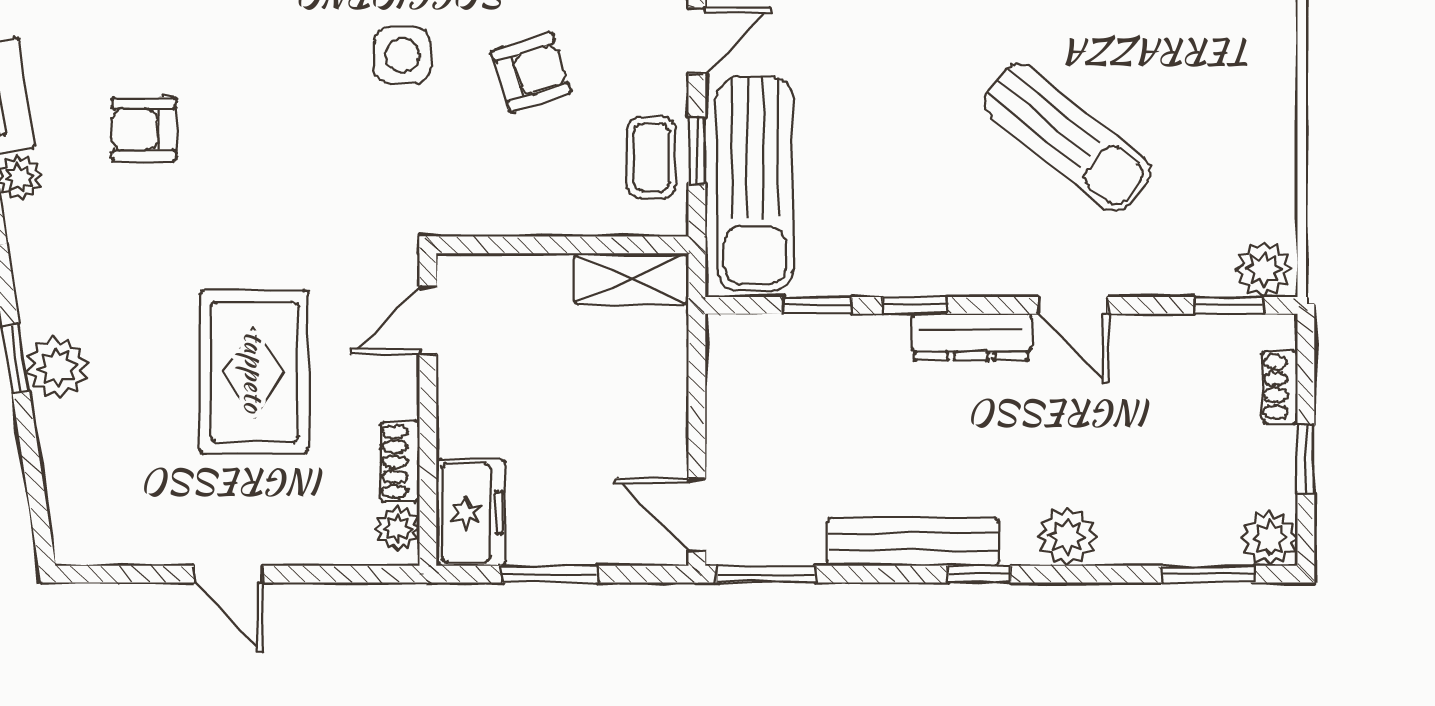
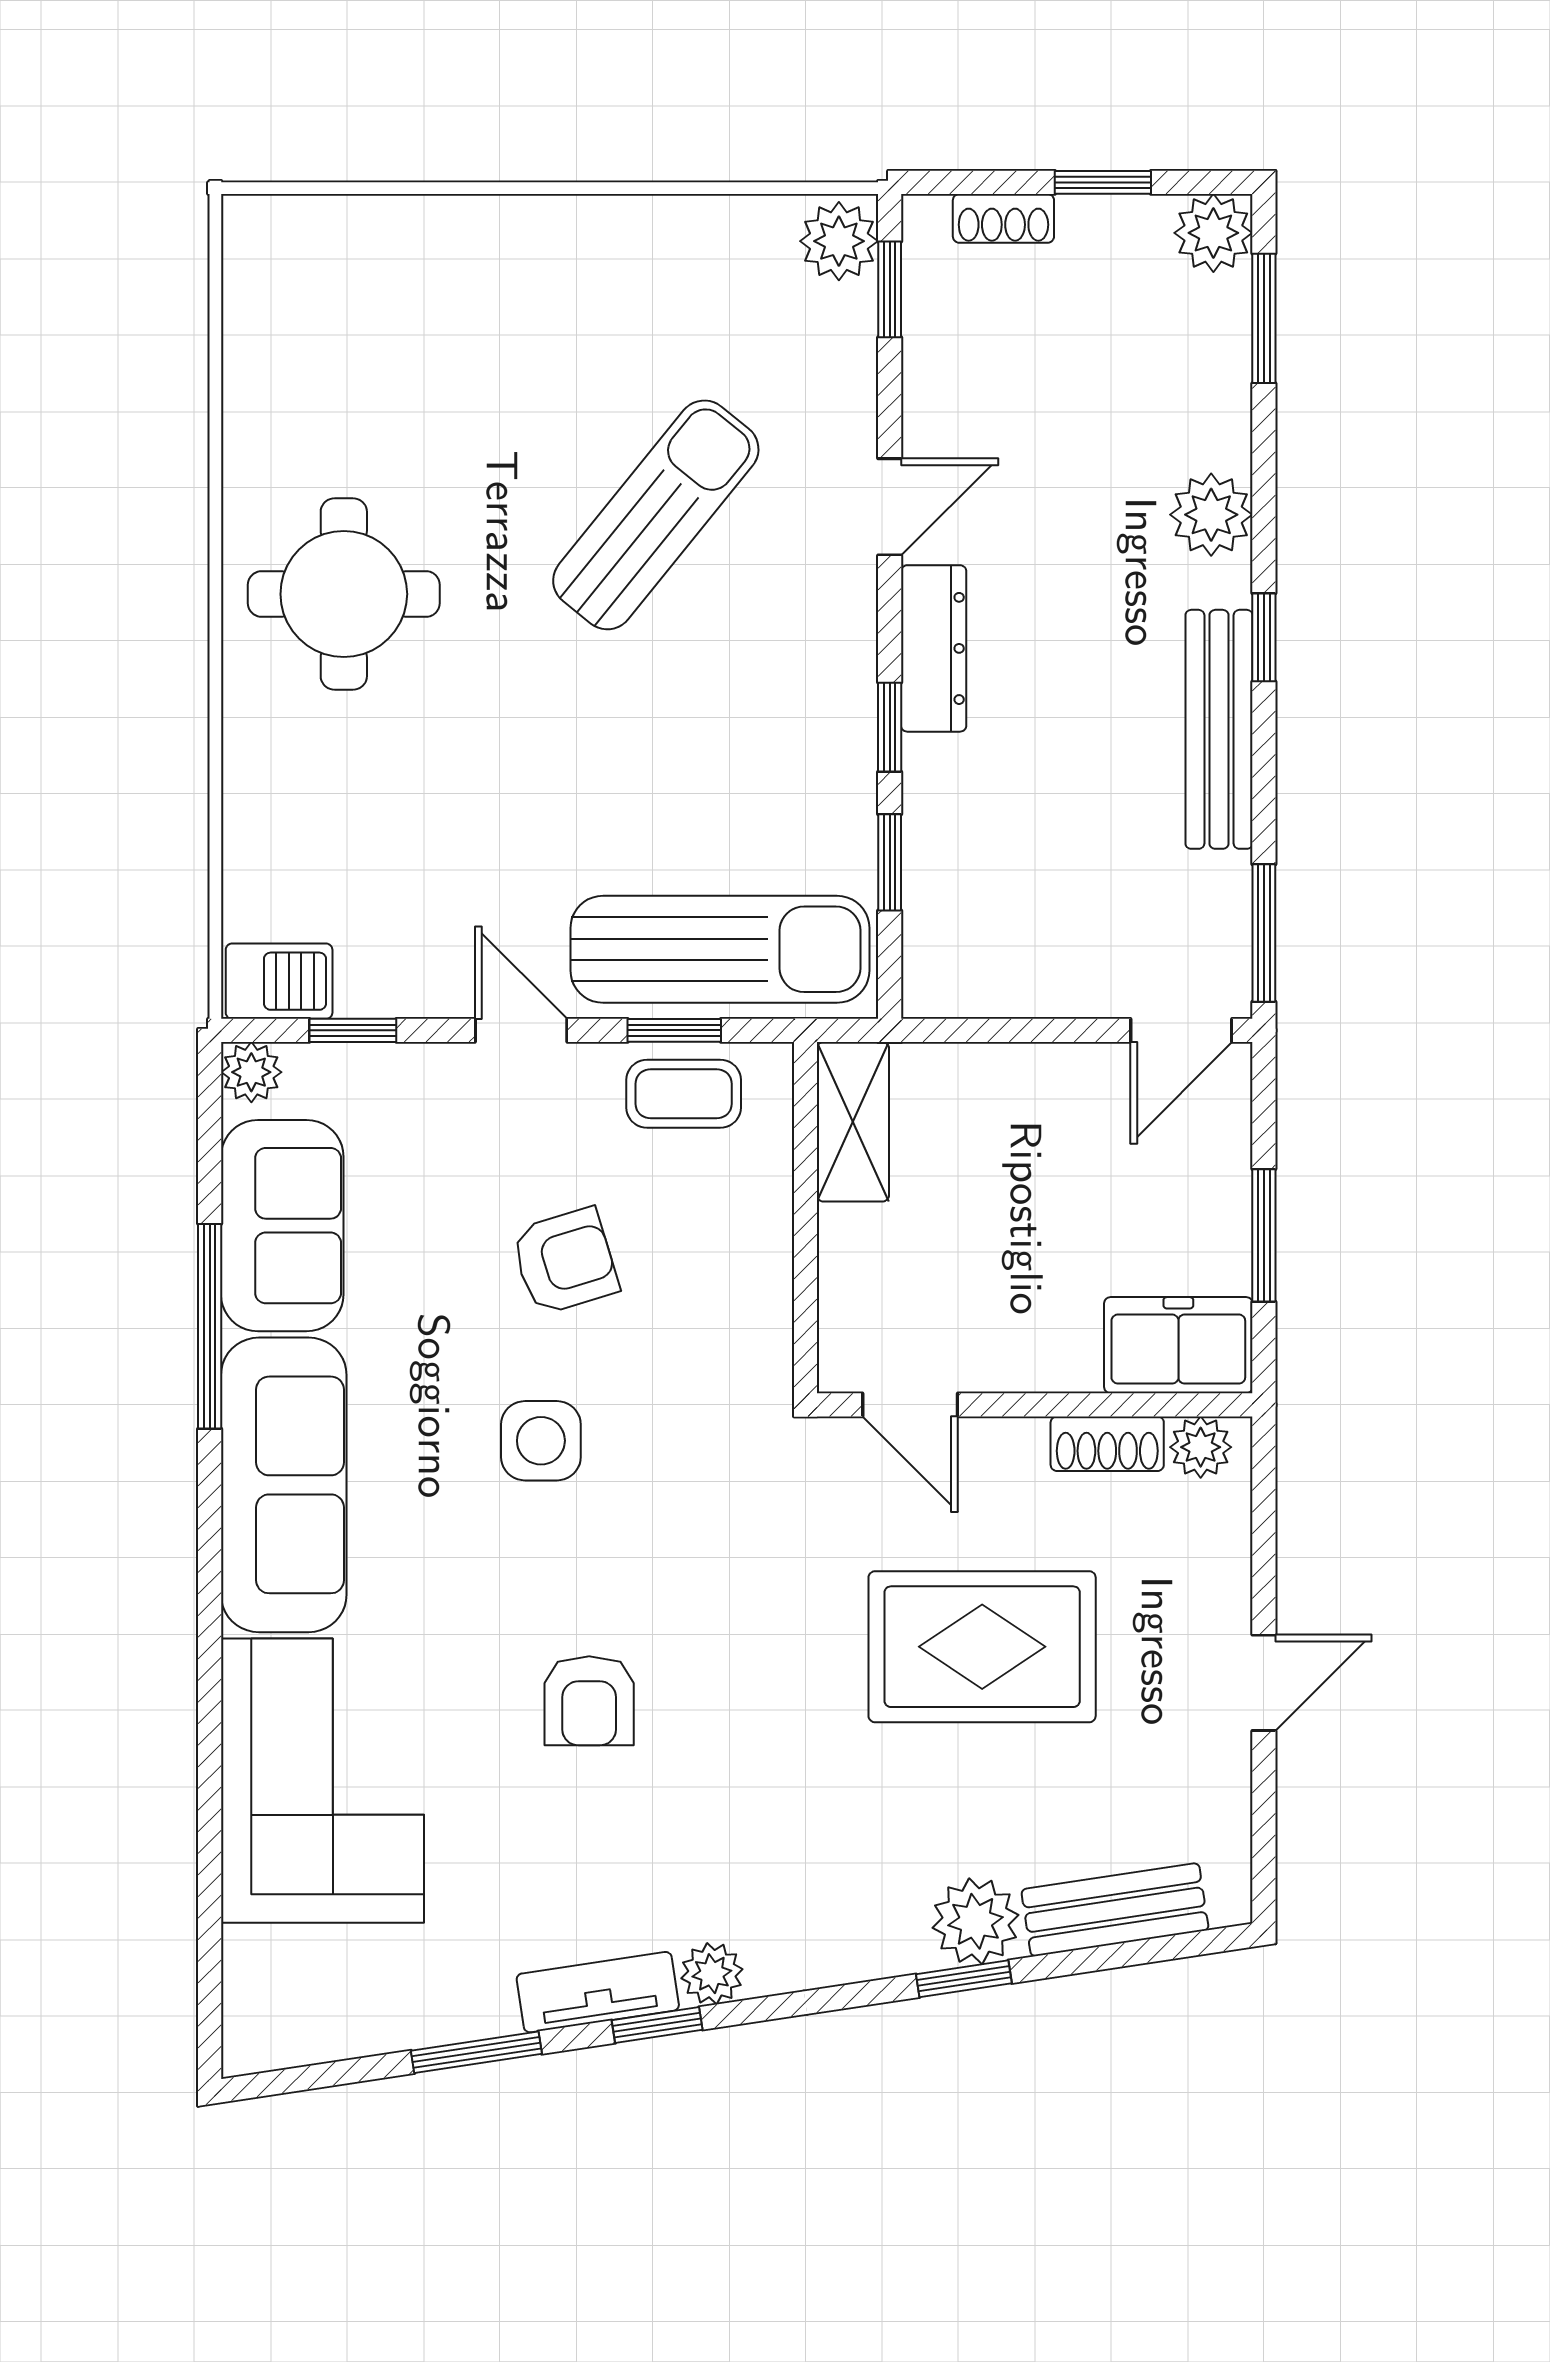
armchair: (531, 72) -> (565, 1261), turned 91
armchair: (144, 129) -> (589, 1701), moved
bench: (65, 467) -> (1115, 1910), added

